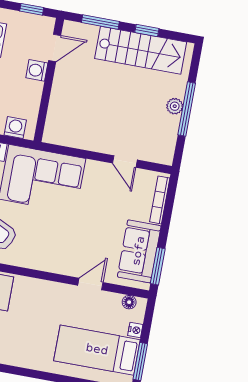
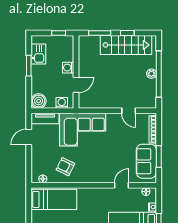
door: (55, 48) -> (76, 85), moved
window: (187, 109) -> (159, 74), width x1.46
window: (158, 266) -> (159, 157), moved

